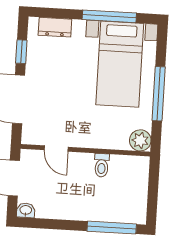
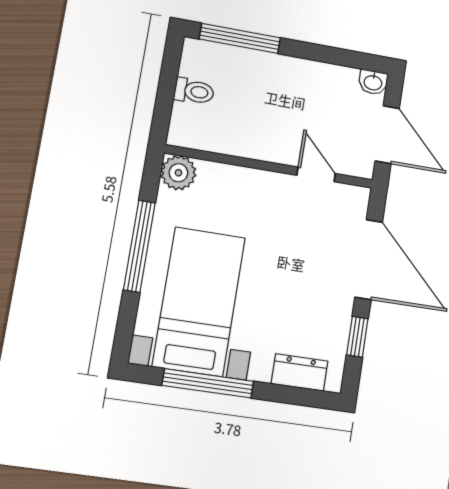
toilet: (102, 165) -> (194, 91), moved, turned 90

